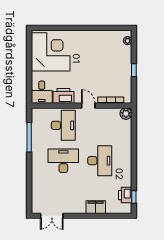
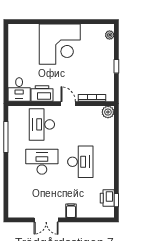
corner desk: (51, 52) -> (60, 44), moved, turned 90
desk: (63, 125) -> (42, 124), turned 180
filing cabinet: (96, 207) -> (71, 211), width x0.50
double door: (52, 216) -> (46, 220), moved

